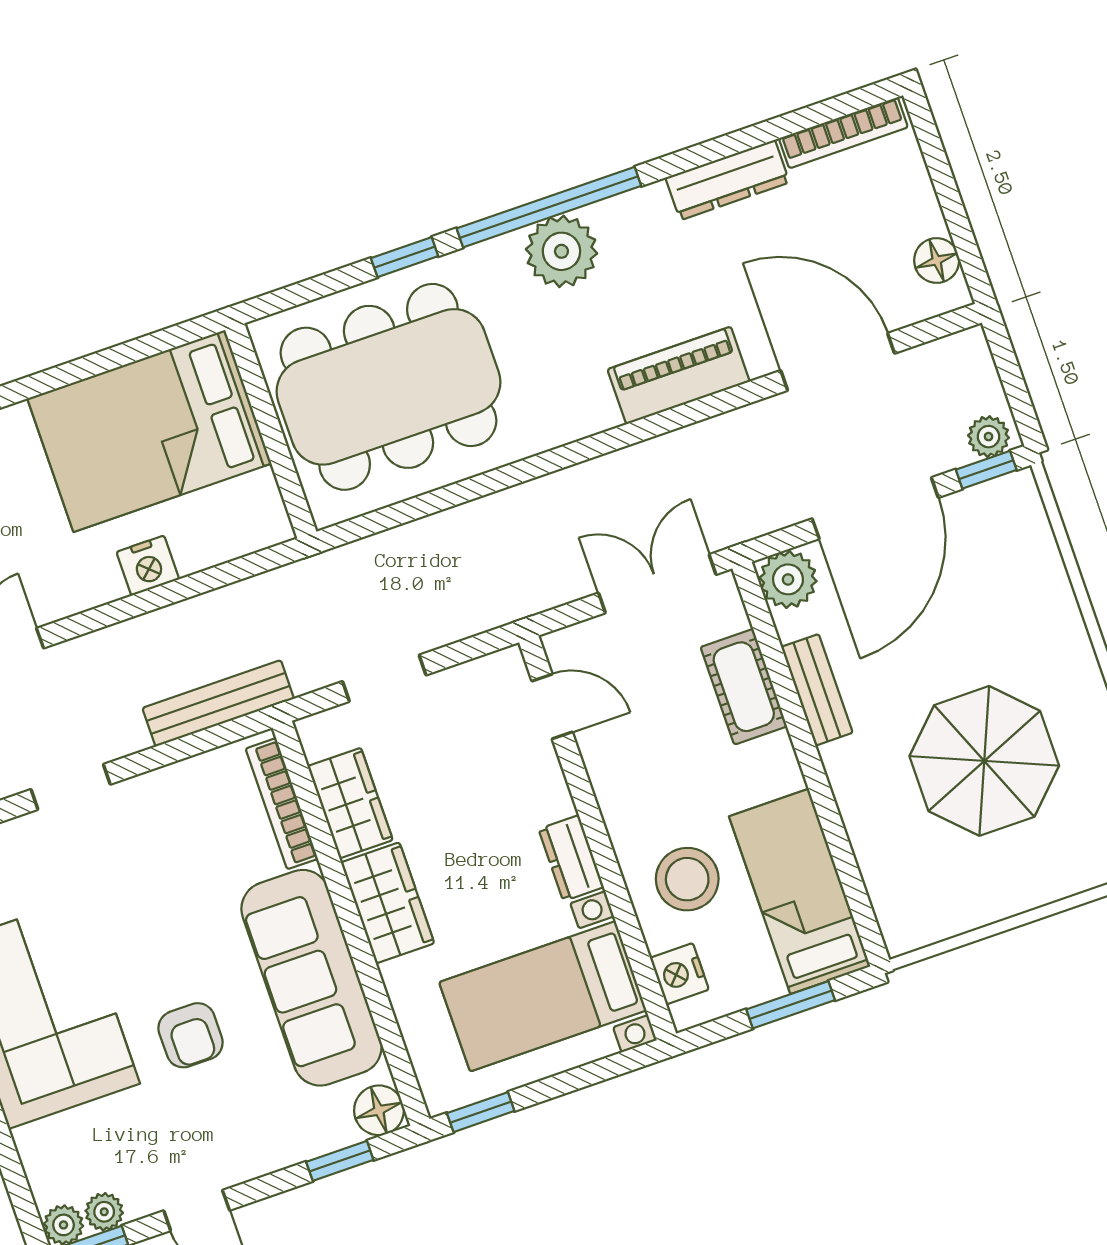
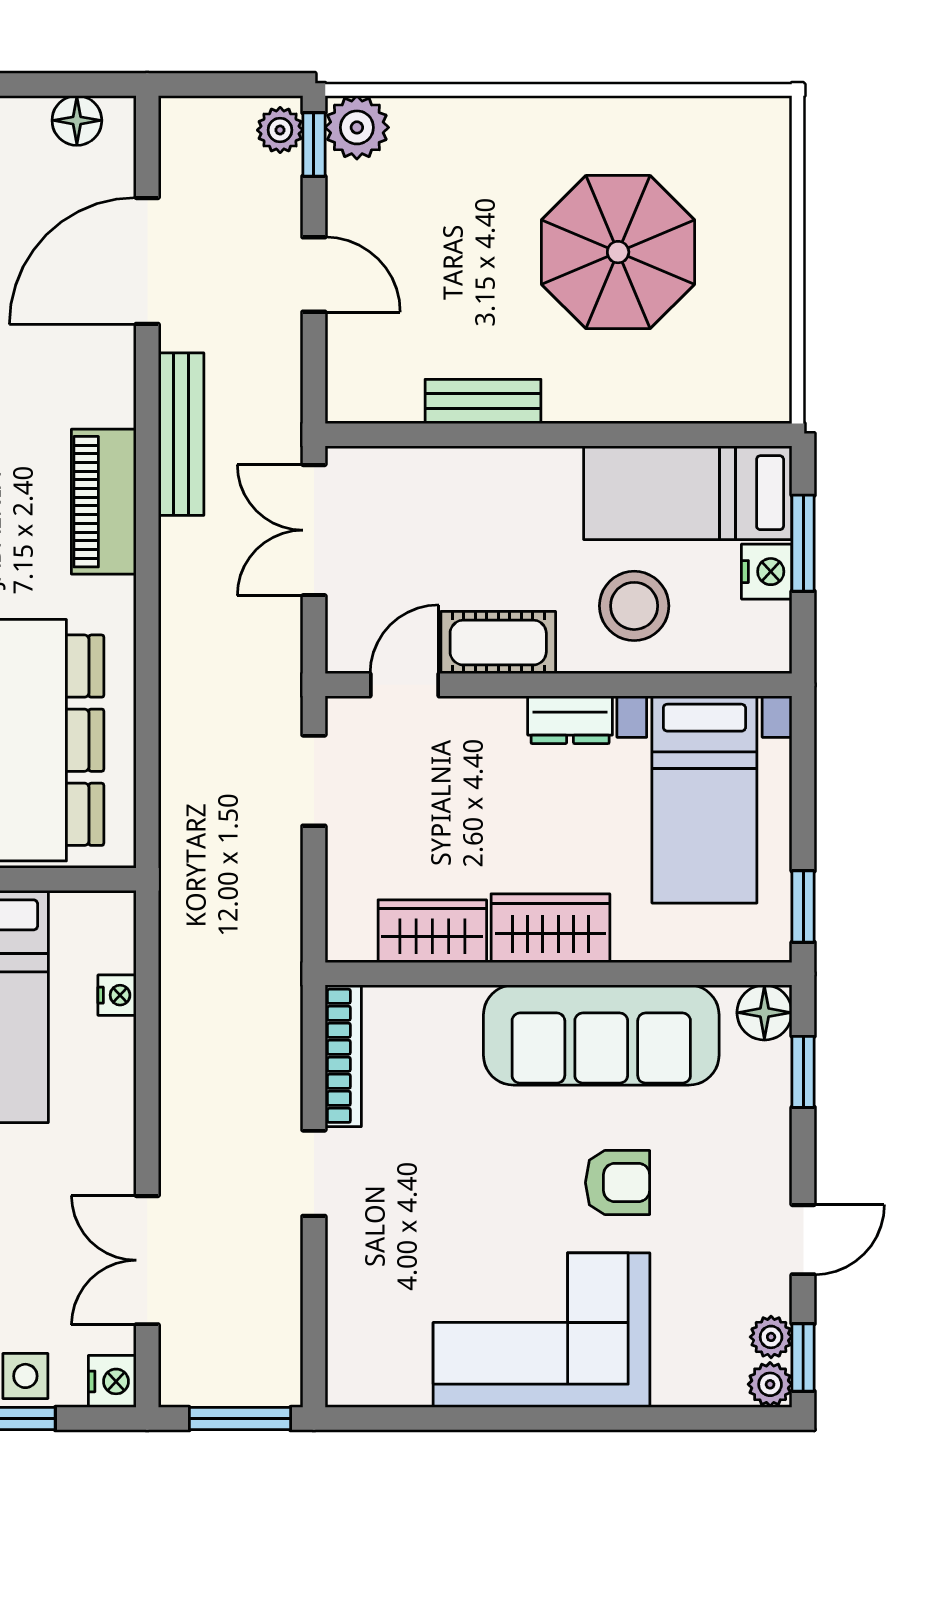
piano: (679, 375) -> (104, 502), moved
door: (875, 508) -> (314, 274), width x0.53
nightstand: (148, 566) -> (117, 995), moved, width x0.72, depth x0.74
plant: (788, 579) -> (357, 127), moved
doorway: (384, 678) -> (314, 781), moved
cot: (744, 687) -> (498, 643), moved
bench: (218, 703) -> (181, 434), moved
doorway: (71, 787) -> (314, 1173), moved
bookcase: (282, 804) -> (343, 1056), moved, turned -90
nightstand: (679, 974) -> (767, 572), moved, turned -90

